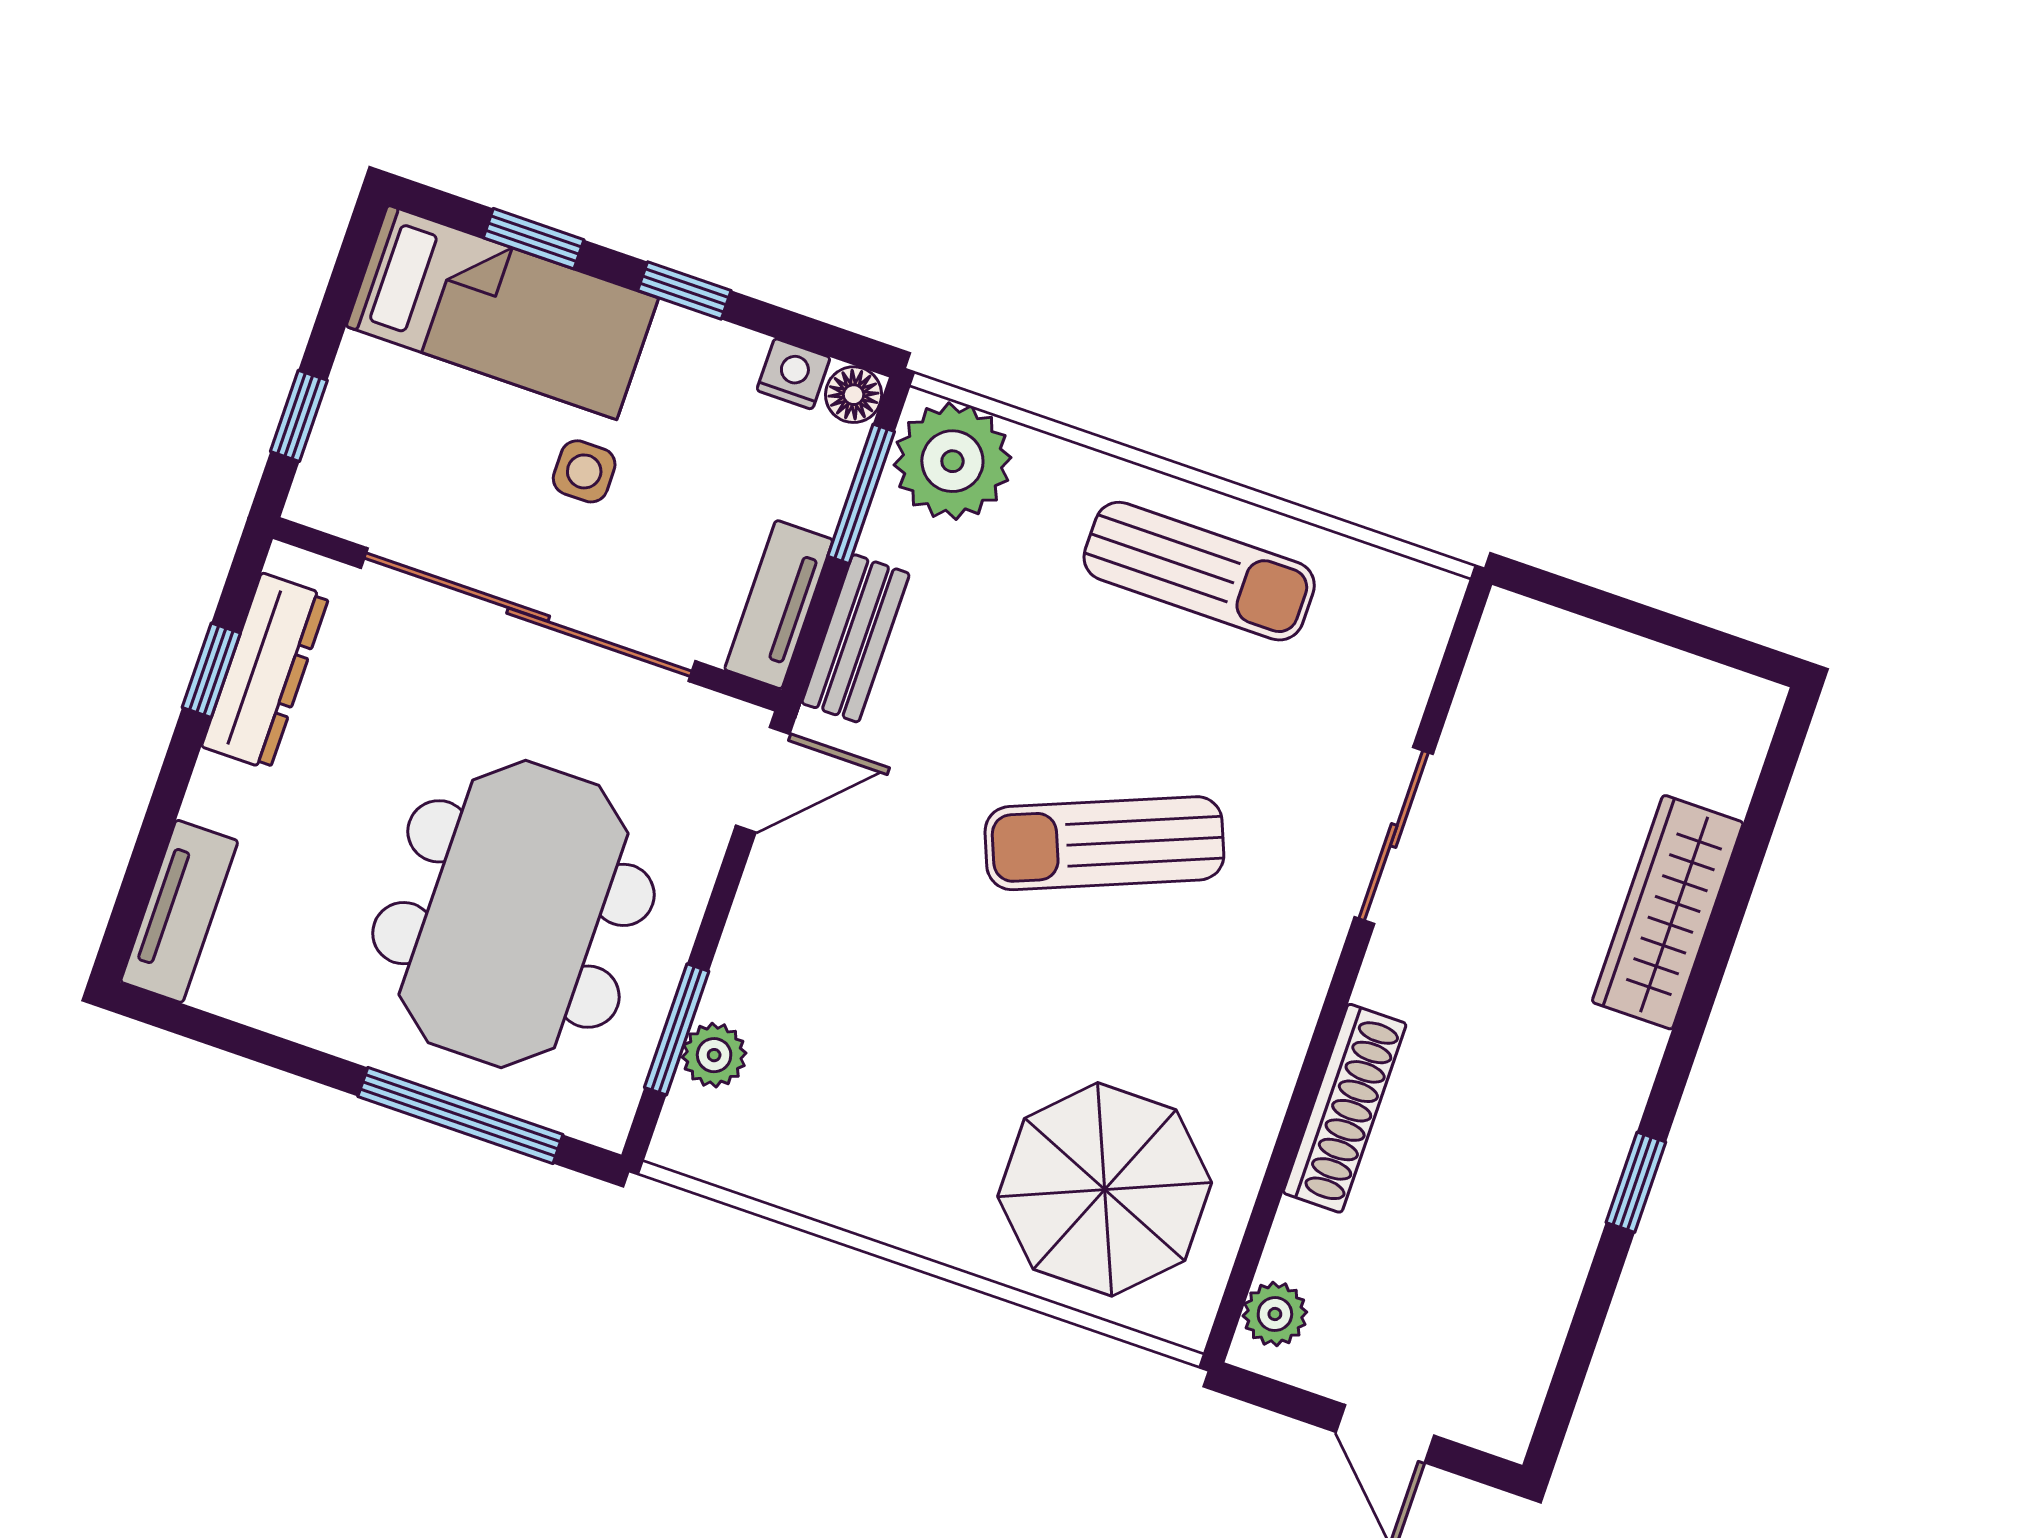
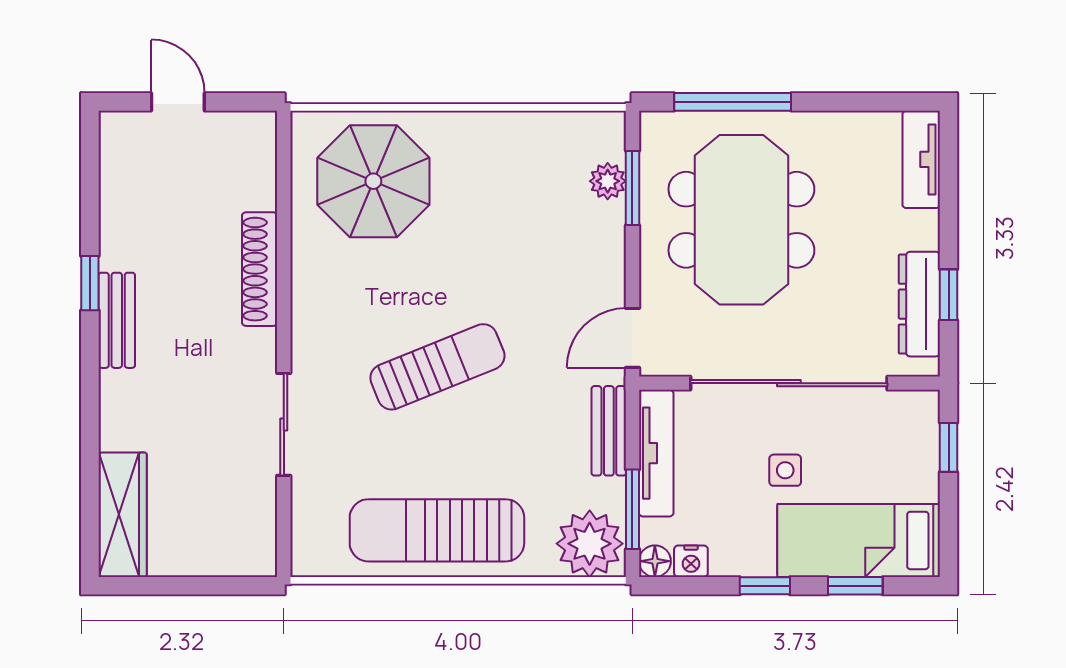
sun lounger: (1199, 571) -> (437, 530), width x1.36, depth x1.34
tv unit: (779, 605) -> (656, 453), width x1.41
wardrobe: (1668, 912) -> (123, 515), moved
bench: (1612, 1105) -> (117, 320), added
plant: (1275, 1314) -> (259, 146), removed

